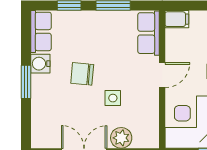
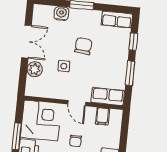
filing cabinet: (177, 19) -> (102, 116), moved
water cooler: (40, 64) -> (61, 14), moved

